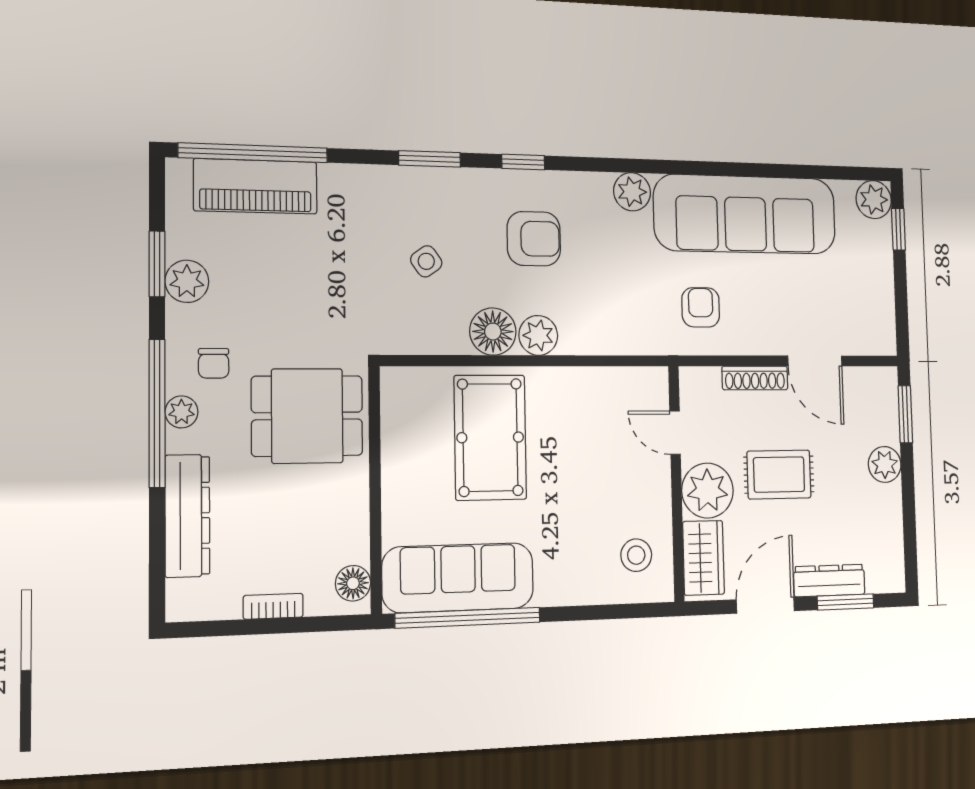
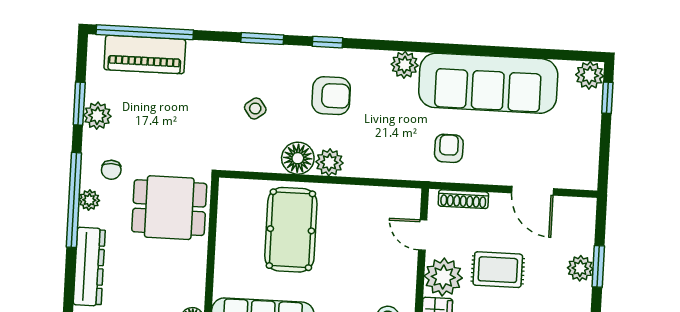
shoe rack: (755, 378) -> (463, 199), moved
window: (905, 414) -> (598, 266), moved

